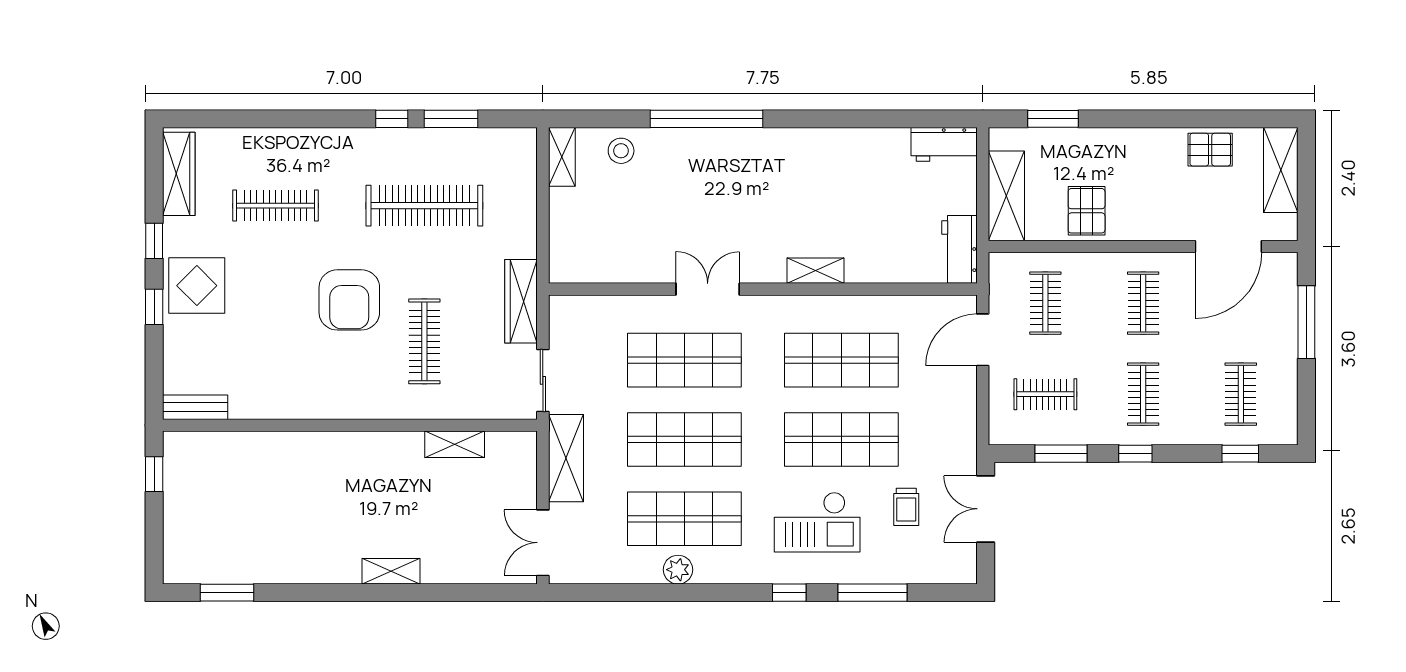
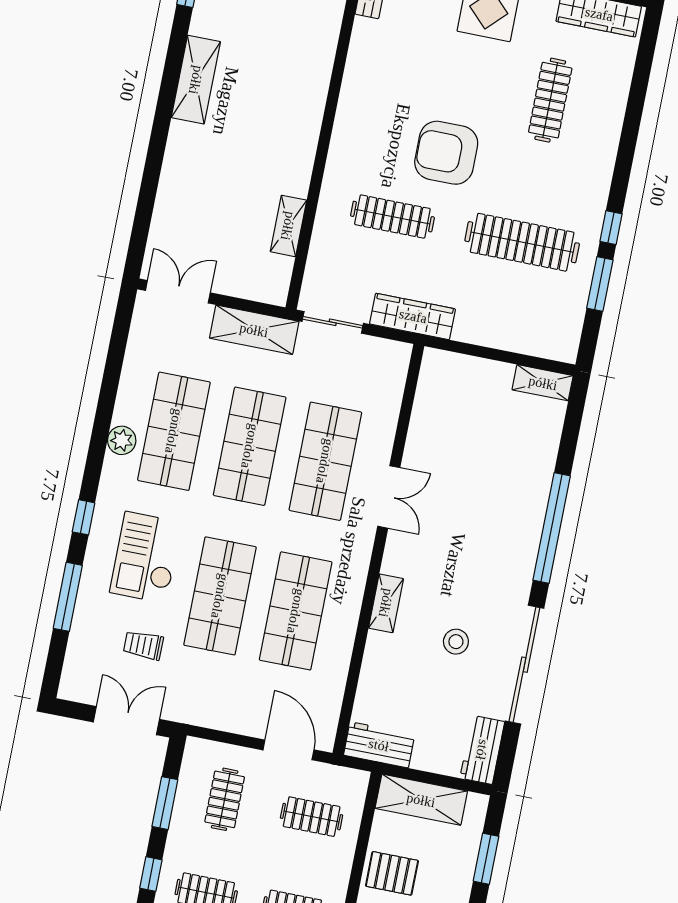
sliding door: (850, 119) -> (524, 665), added
stool: (621, 151) -> (456, 642), moved
clothes rail: (424, 206) -> (522, 242), turned 90
plant: (678, 570) -> (122, 440), moved
shelving: (391, 571) -> (196, 80), moved, width x1.50, depth x1.33

